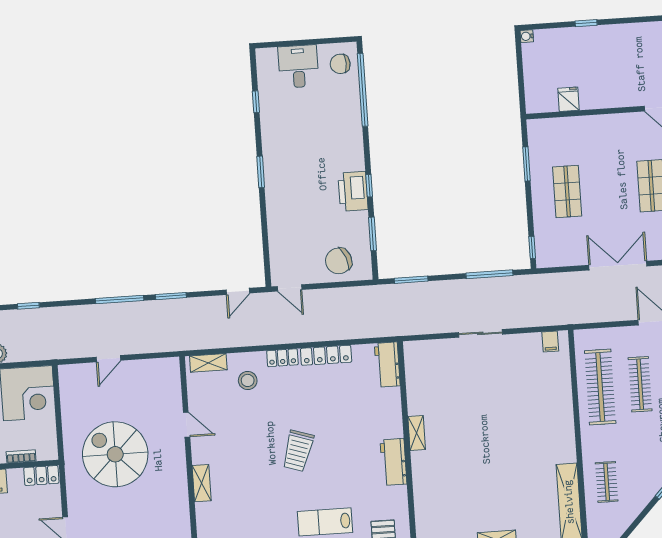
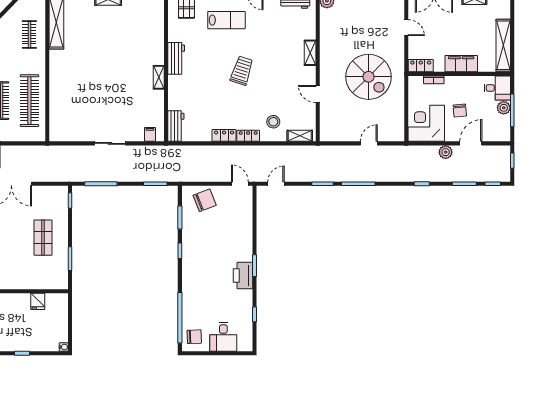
printer: (353, 191) -> (243, 276), moved, turned 180
filing cabinet: (550, 342) -> (150, 134), moved
locker: (326, 355) -> (224, 135), width x0.66

